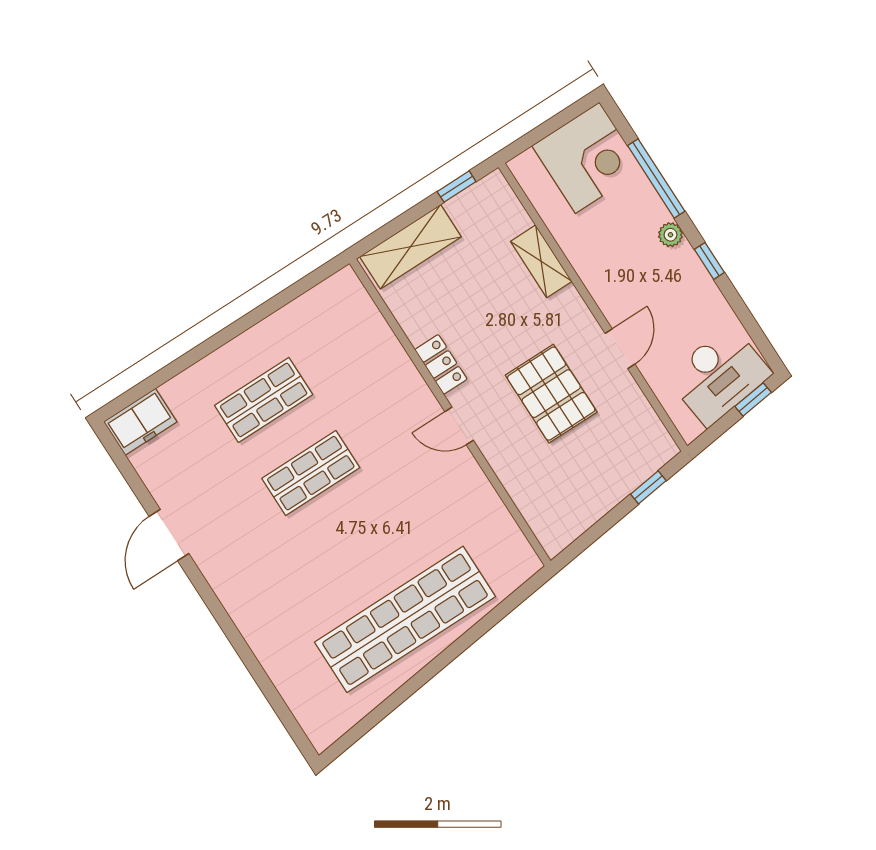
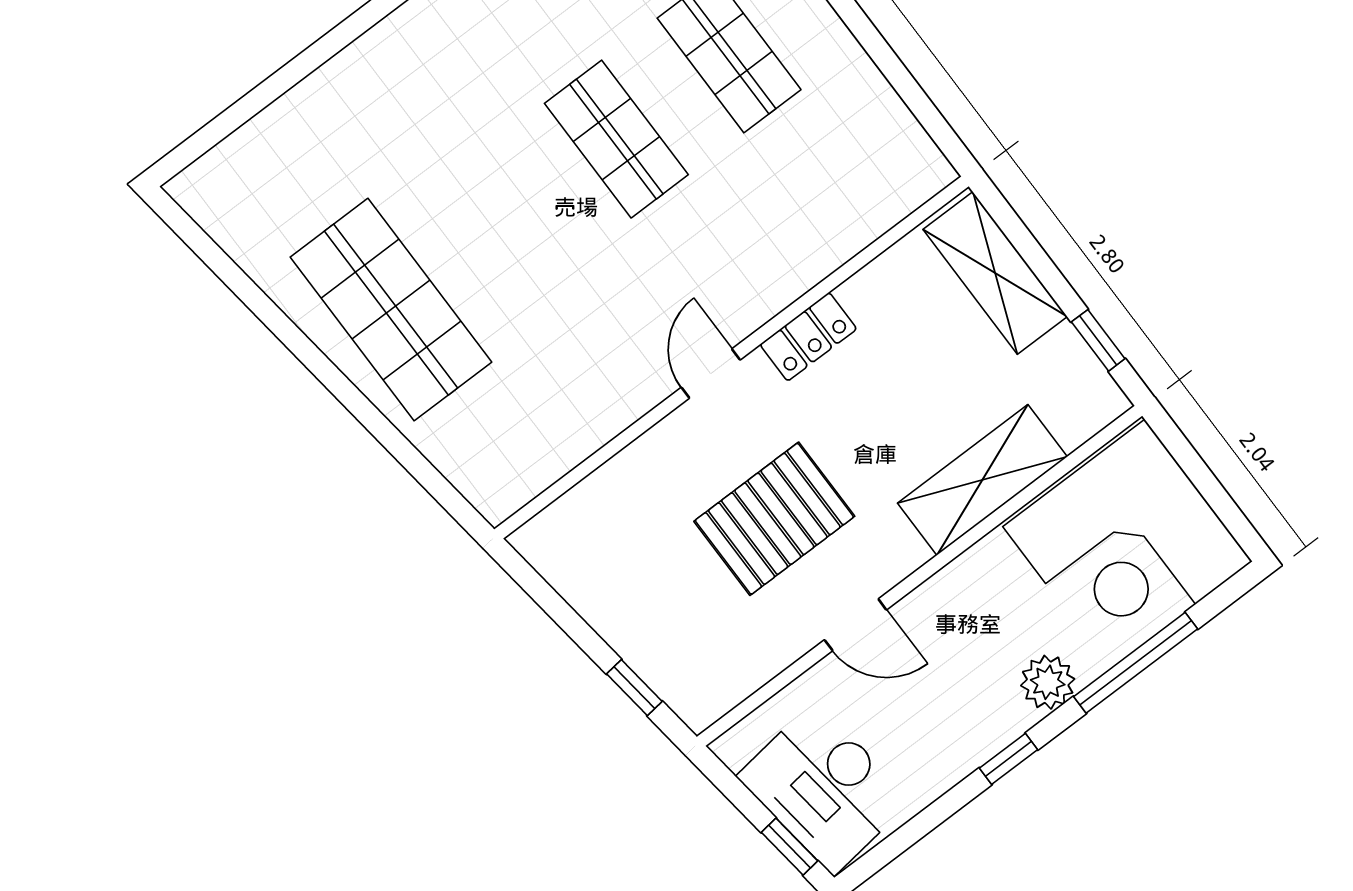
corner desk: (587, 158) -> (1128, 544), width x1.36, depth x1.36
plant: (670, 235) -> (1048, 682), width x1.38, depth x1.38
shelving: (541, 261) -> (982, 480), width x1.50, depth x1.33
shop shelf: (405, 619) -> (391, 310), width x0.71

